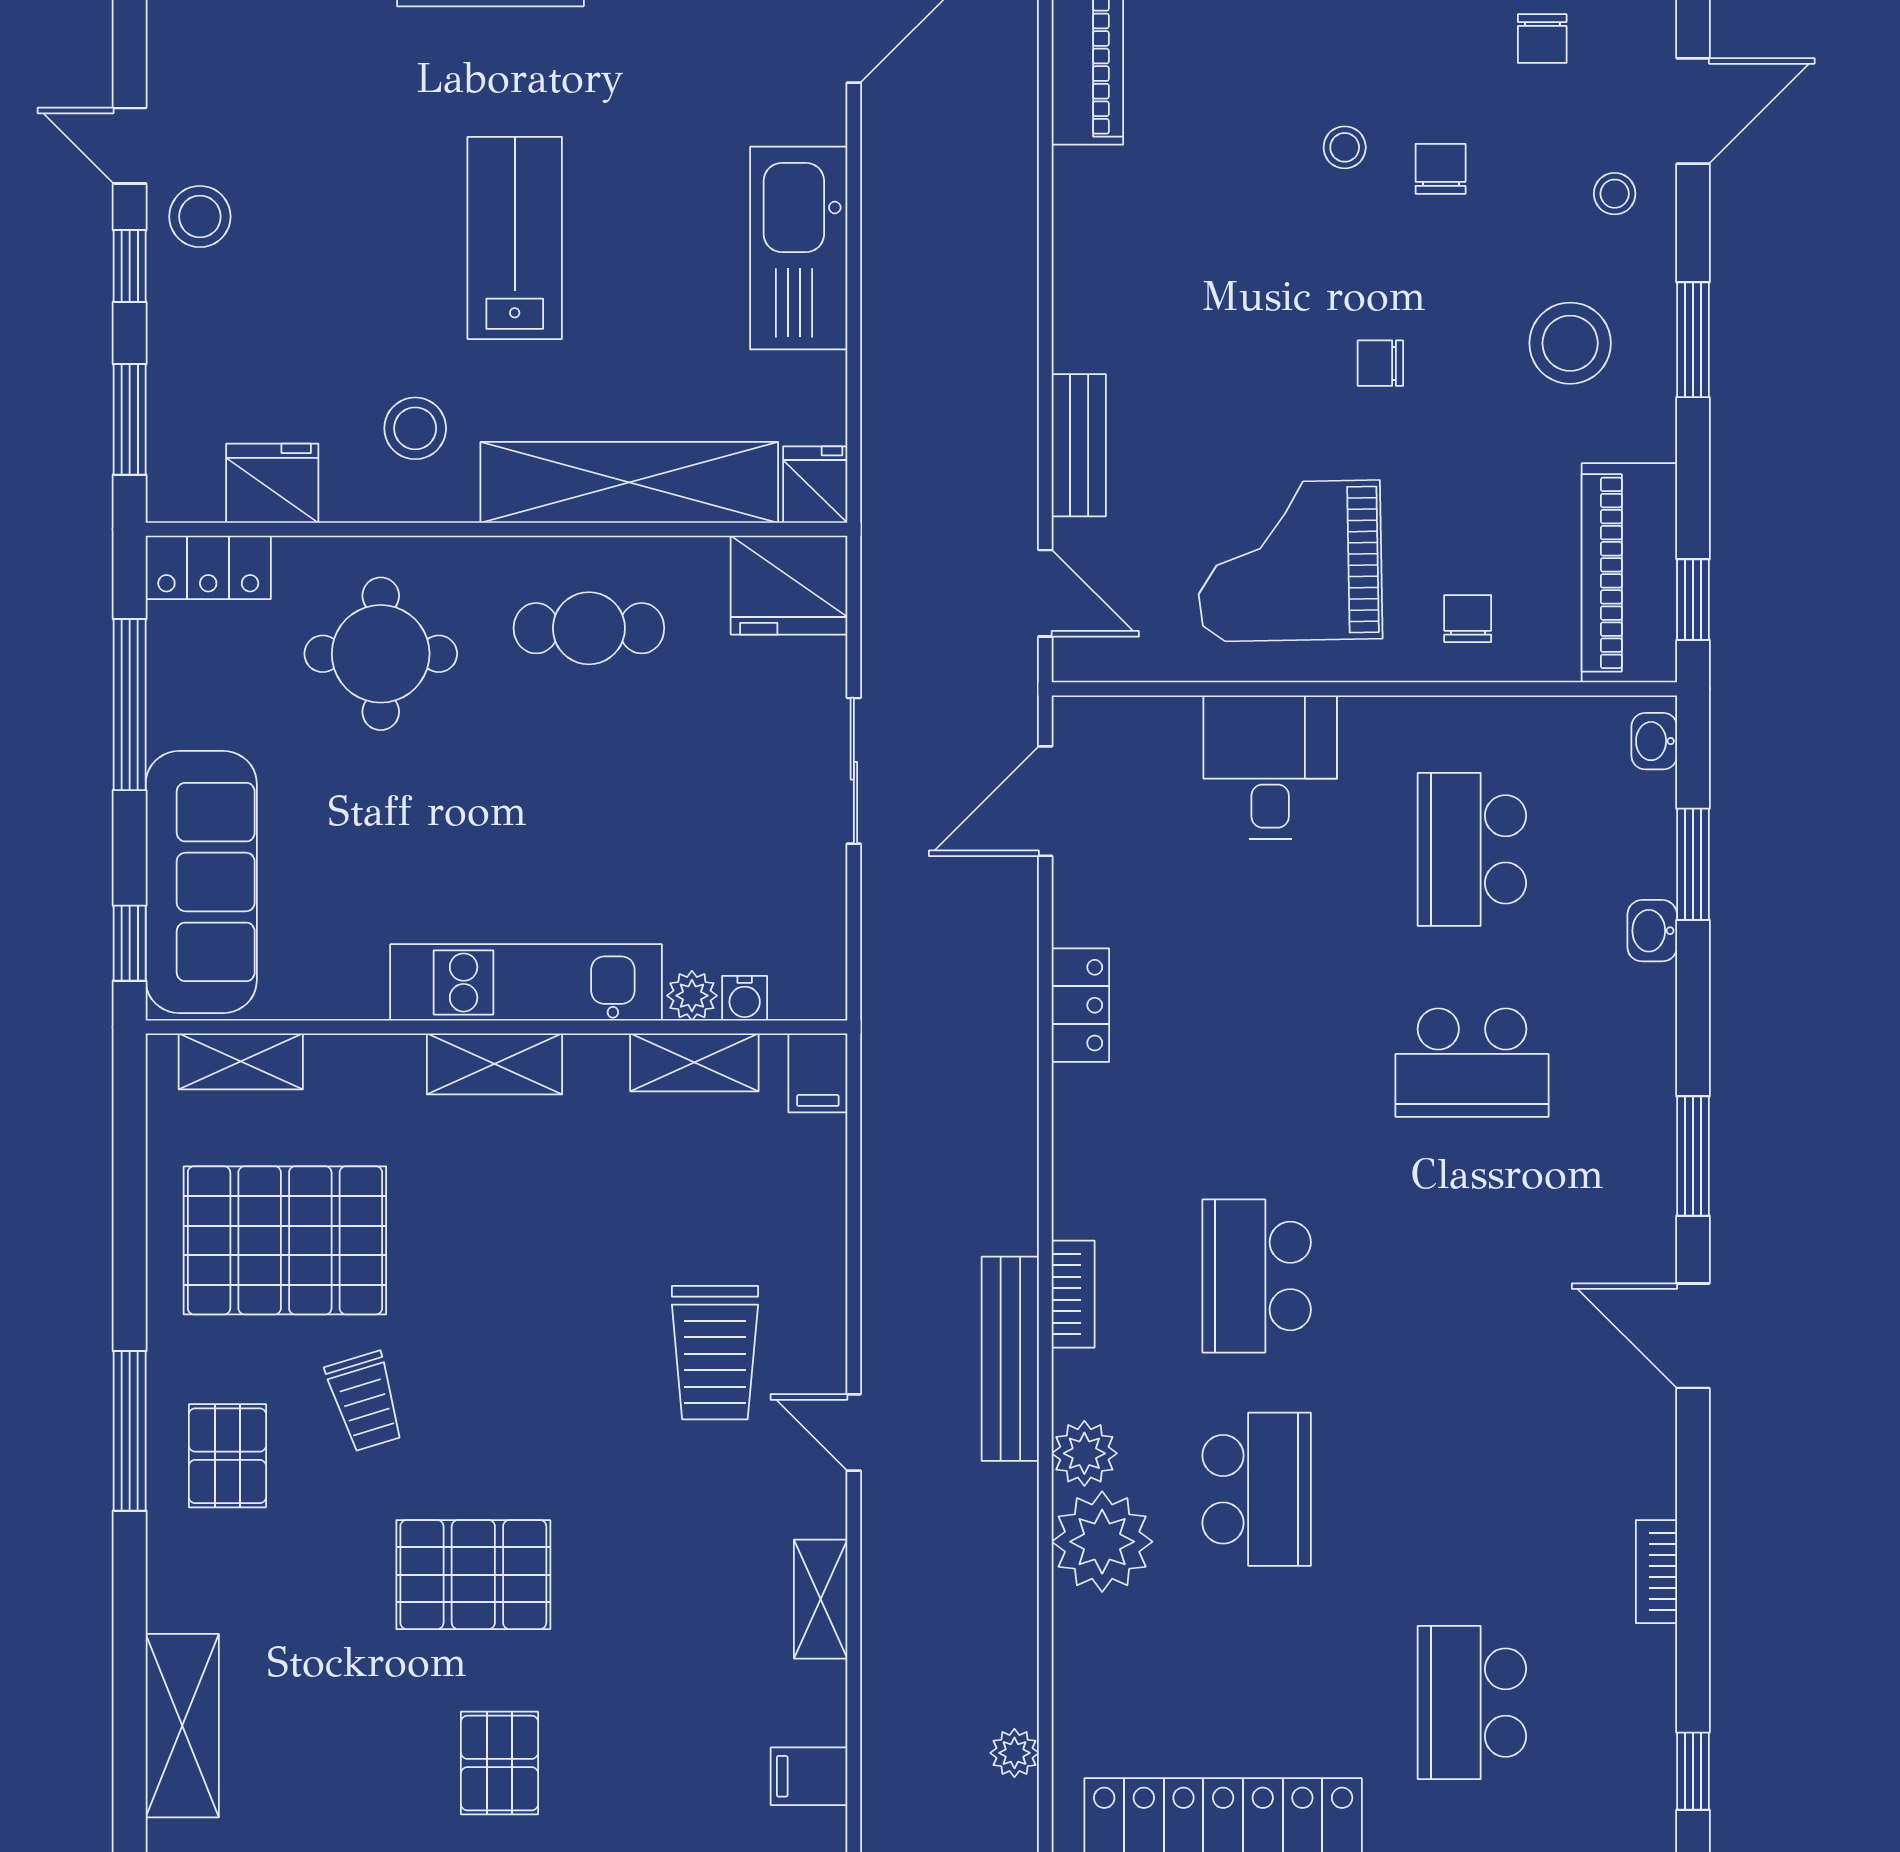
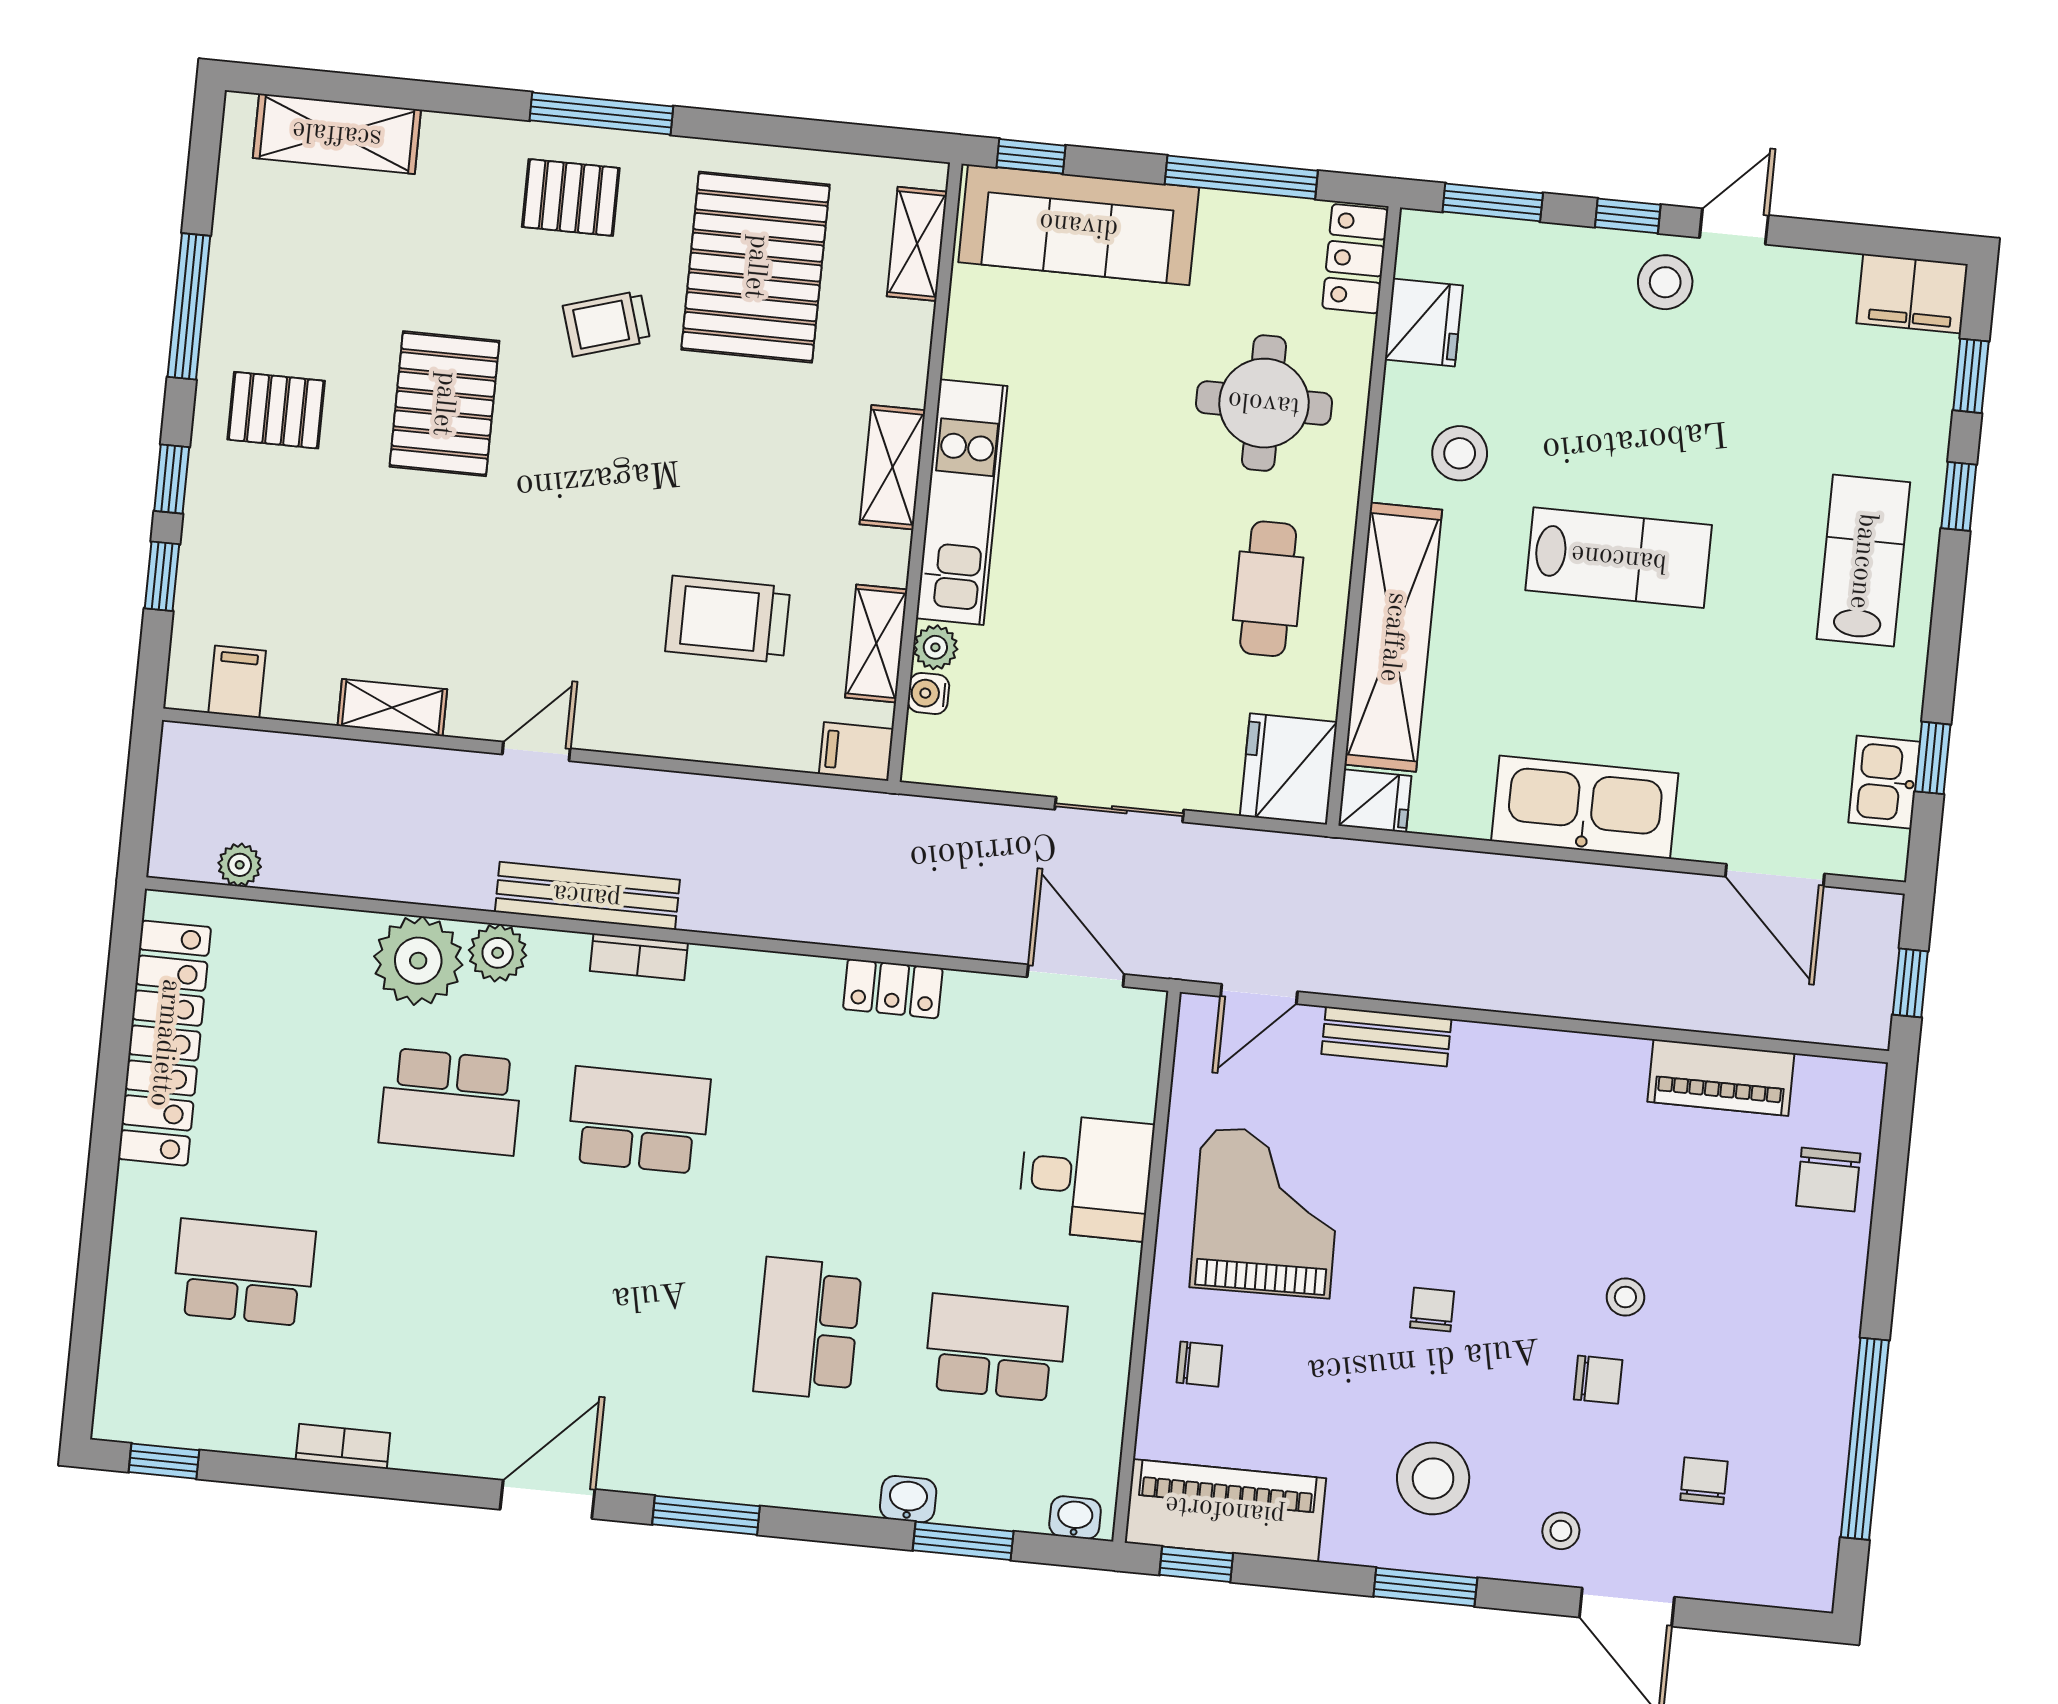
chair: (1542, 39) -> (1704, 1481), turned 90
trolley: (715, 1353) -> (728, 619), moved

